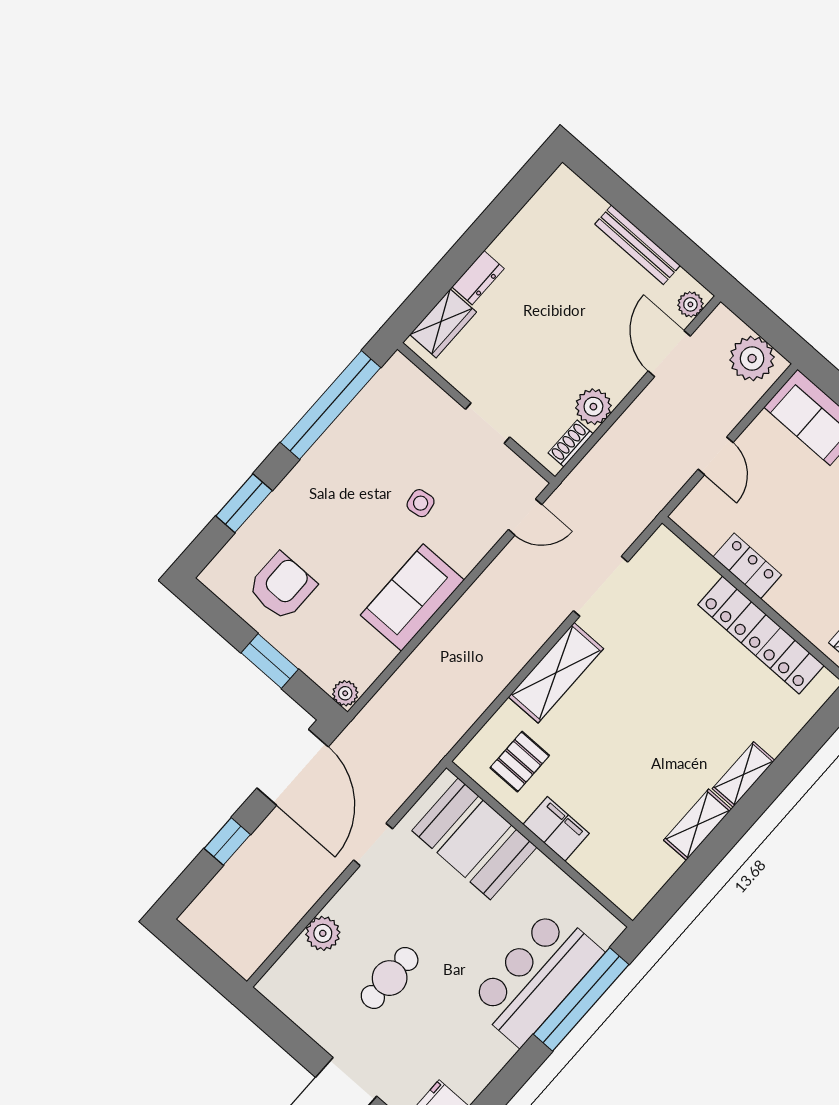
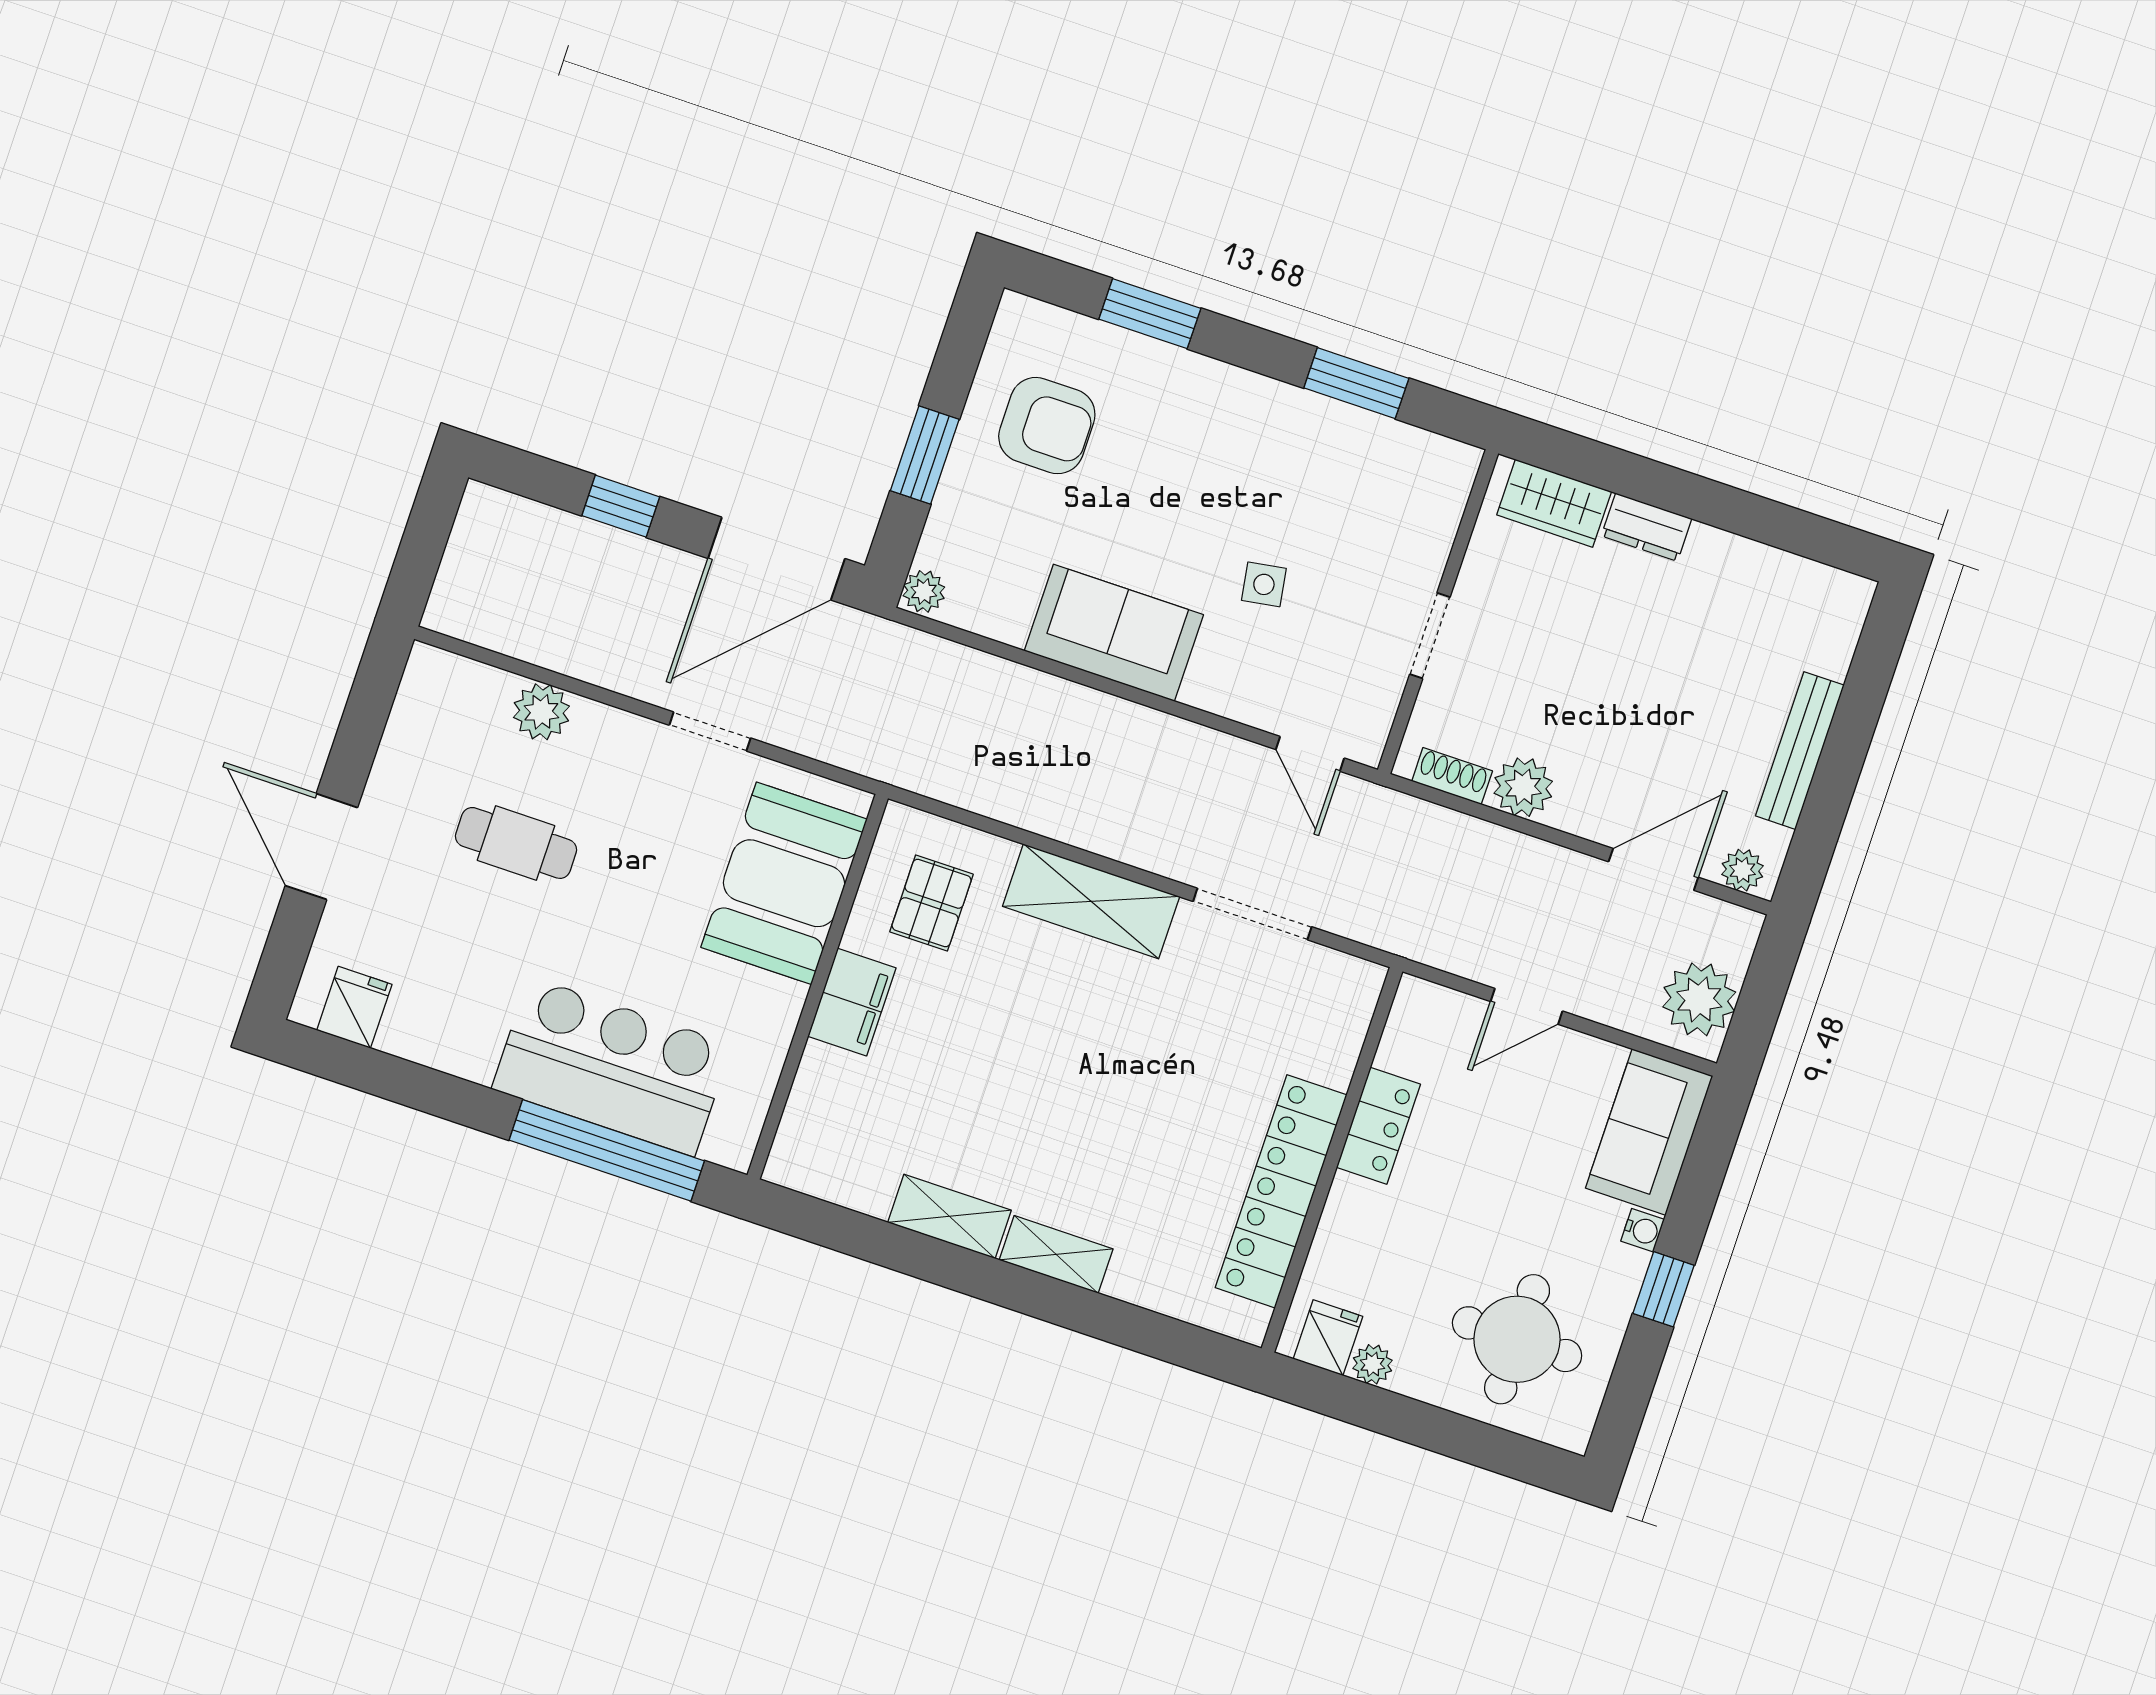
window: (331, 405) -> (1356, 383), width x0.47
pallet: (520, 762) -> (932, 903), turned 90

